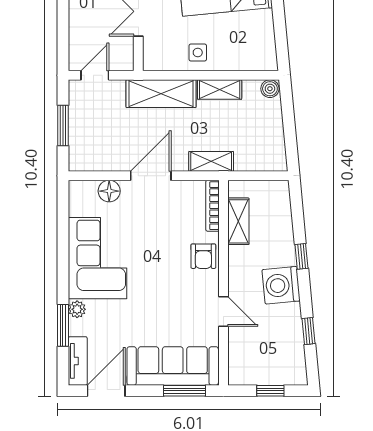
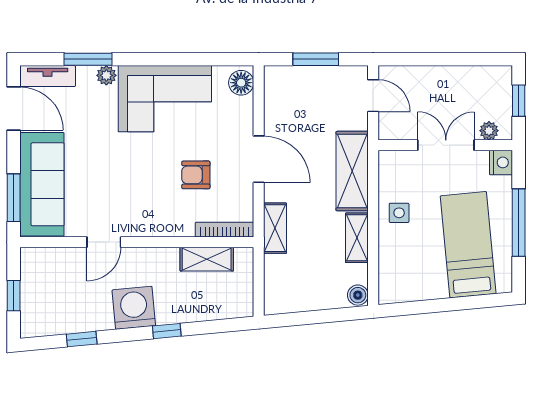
floor lamp: (109, 191) -> (241, 83), moved
armchair: (203, 256) -> (196, 175), moved

